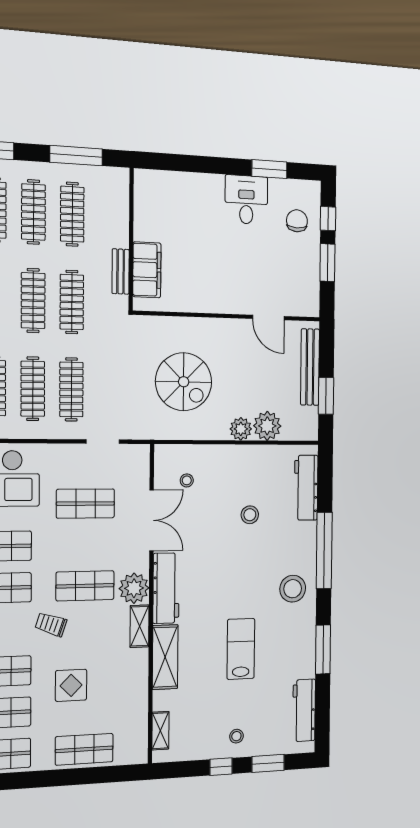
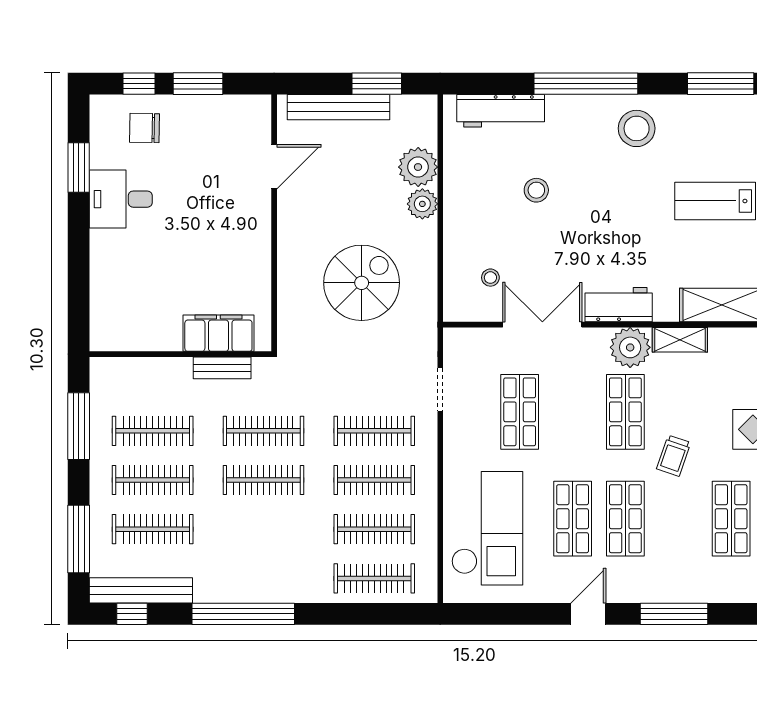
workbench: (166, 588) -> (619, 305), width x0.73

